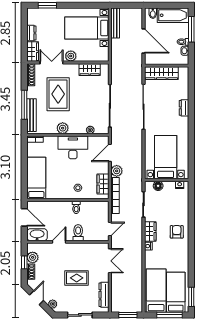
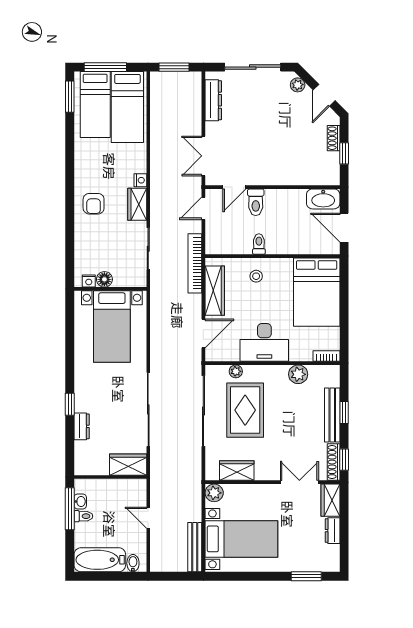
window: (191, 29) -> (70, 509), moved
door: (143, 41) -> (148, 518), width x0.53
plant: (71, 56) -> (214, 493), moved
double door: (52, 62) -> (299, 482), swing flipped
wardrobe: (161, 73) -> (128, 465), width x0.67
window: (24, 76) -> (344, 460), added
rug: (58, 94) -> (245, 410), moved
window: (24, 105) -> (344, 413), width x0.46
dresser: (184, 108) -> (82, 426), moved
window: (191, 110) -> (70, 404), added
bench: (32, 115) -> (332, 415), moved
plant: (63, 128) -> (298, 374), moved
plant: (117, 171) -> (192, 304), removed
bed: (36, 178) -> (317, 292), width x1.50
wardrobe: (103, 184) -> (215, 291), width x1.50
floor lamp: (158, 186) -> (104, 279), moved
door: (59, 242) -> (234, 187), moved
plant: (33, 257) -> (331, 162), removed
rug: (77, 278) -> (258, 128), removed
sliding door: (80, 315) -> (253, 67), width x1.37

